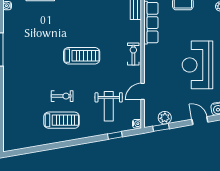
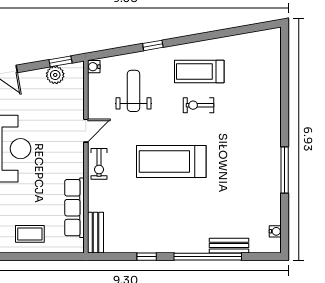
treadmill: (82, 56) -> (171, 162), width x1.37, depth x1.38
door: (143, 91) -> (86, 131), moved
window: (115, 135) -> (153, 45), moved

